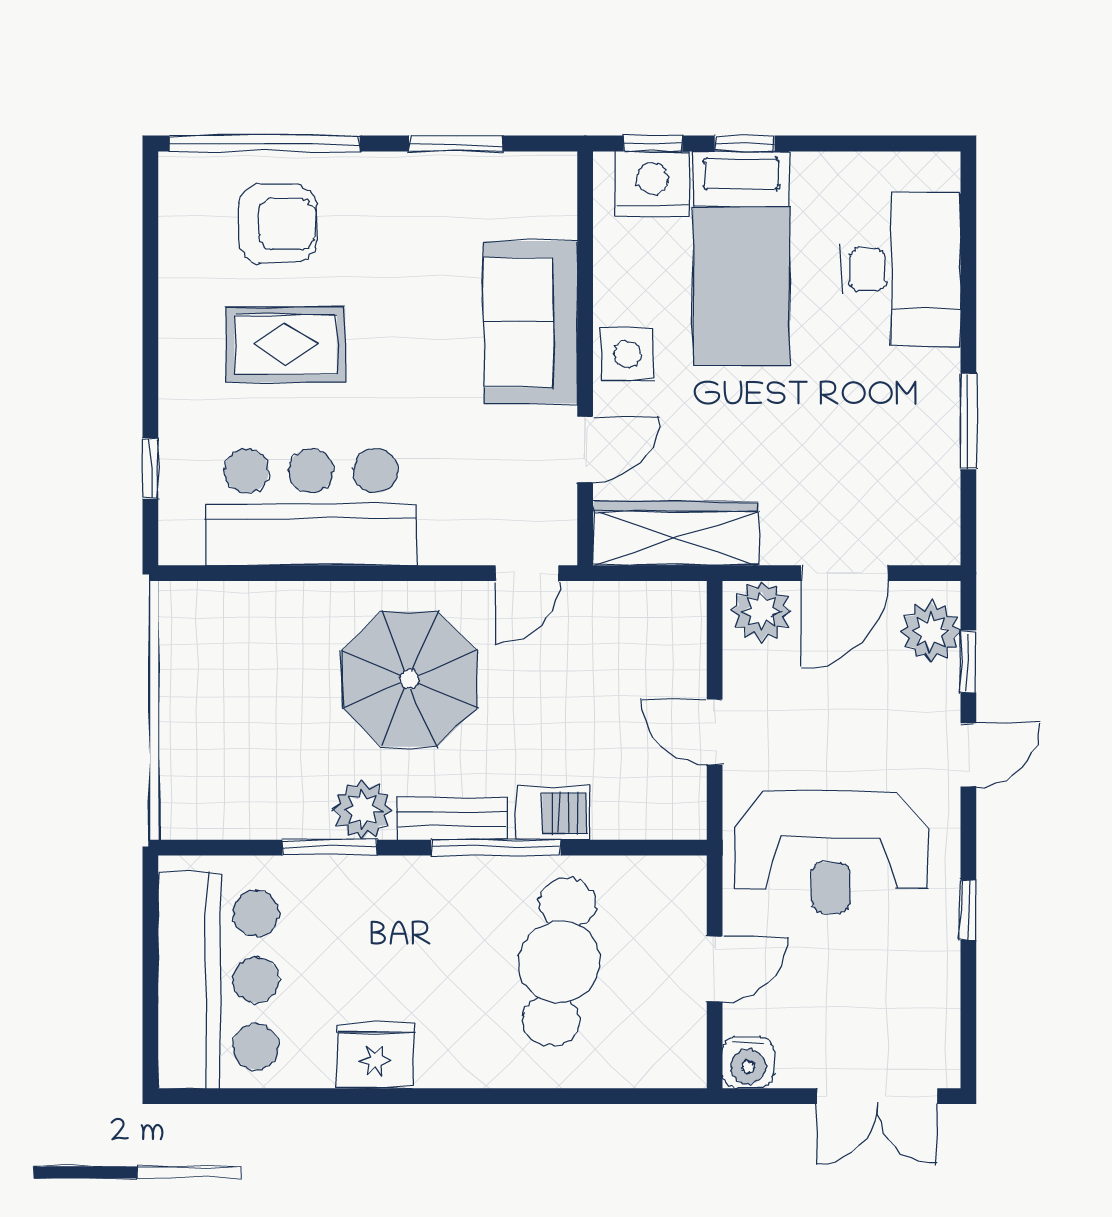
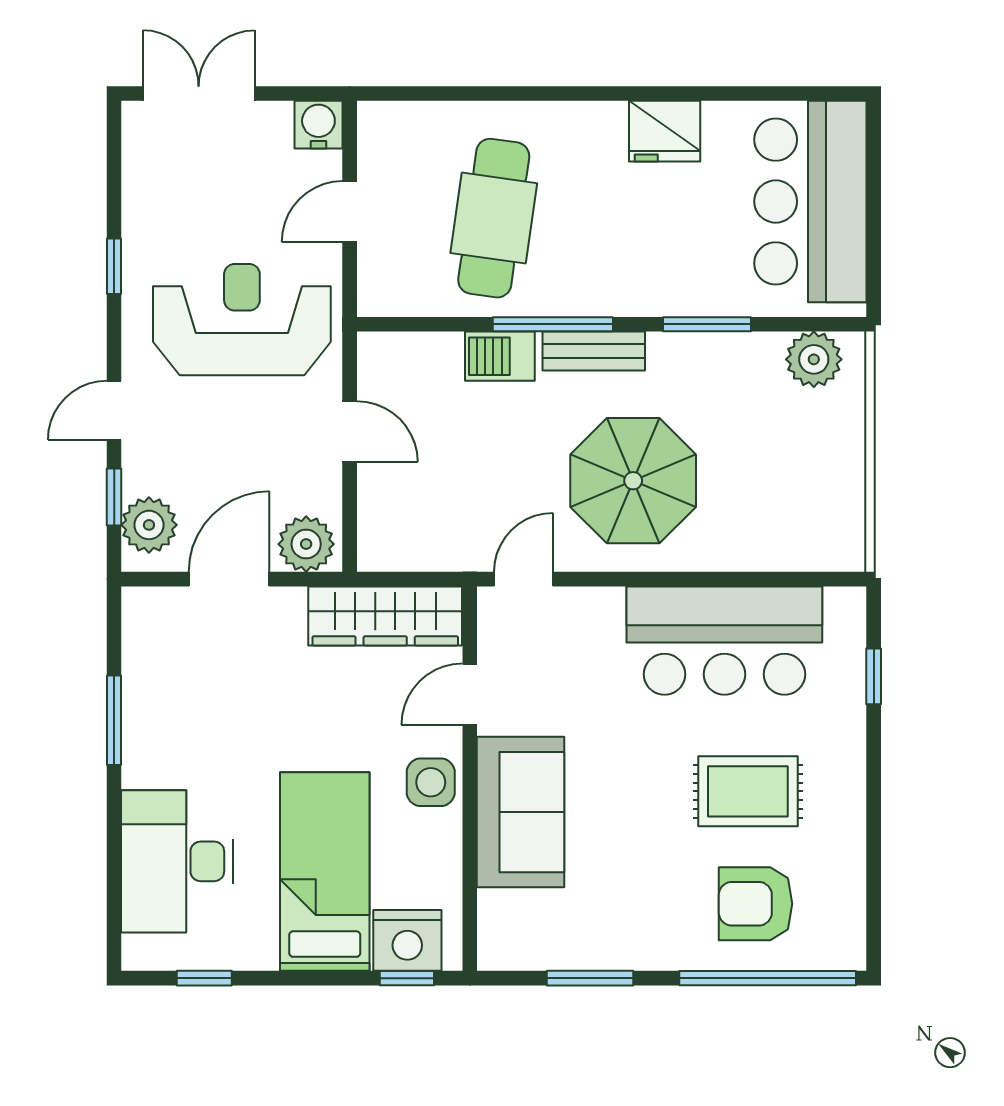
window: (745, 144) -> (204, 978), moved
plant: (363, 810) -> (814, 359), moved

